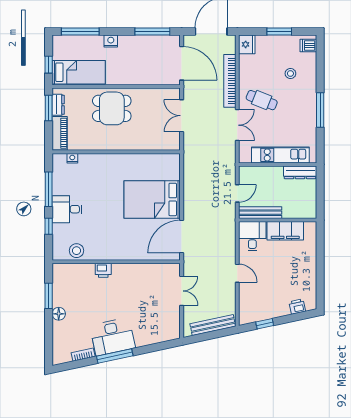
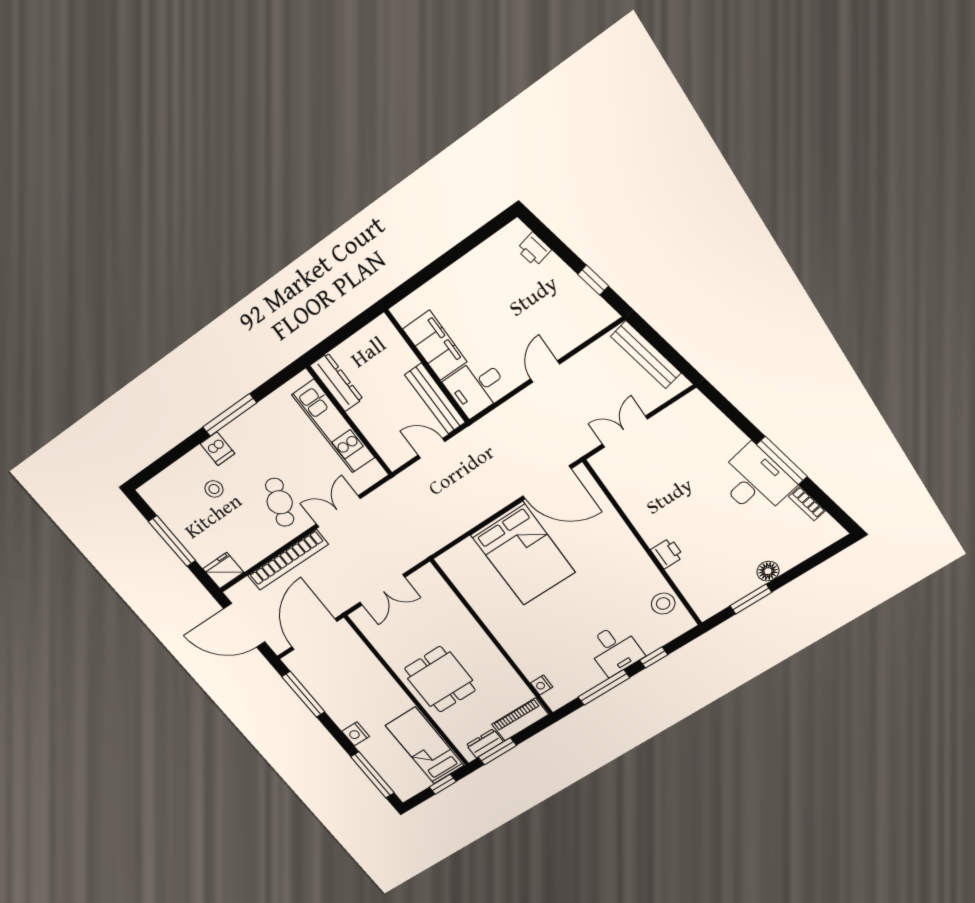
window: (279, 32) -> (172, 541), width x1.44
dishwasher: (308, 45) -> (217, 449), moved

